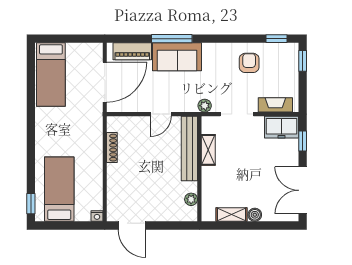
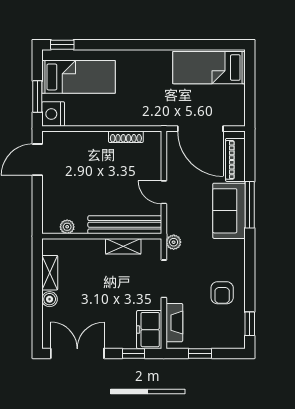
window: (303, 61) -> (200, 353), moved
armchair: (249, 63) -> (222, 293), turned 90
nightstand: (97, 216) -> (53, 114), width x1.89, depth x1.79
window: (76, 226) -> (37, 97), added

